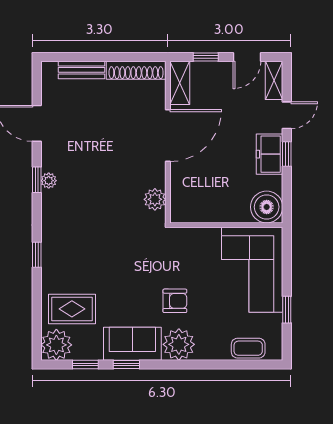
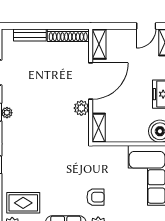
window: (206, 57) -> (117, 26), removed
plant: (155, 199) -> (81, 108), moved
shelving: (179, 202) -> (99, 128), added

